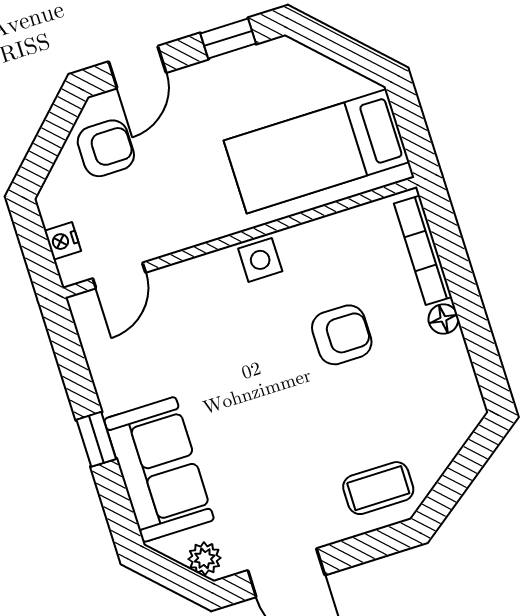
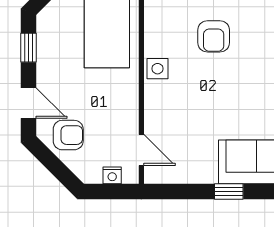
armchair: (106, 148) -> (68, 135), turned 90
armchair: (342, 335) -> (214, 36), turned 180

